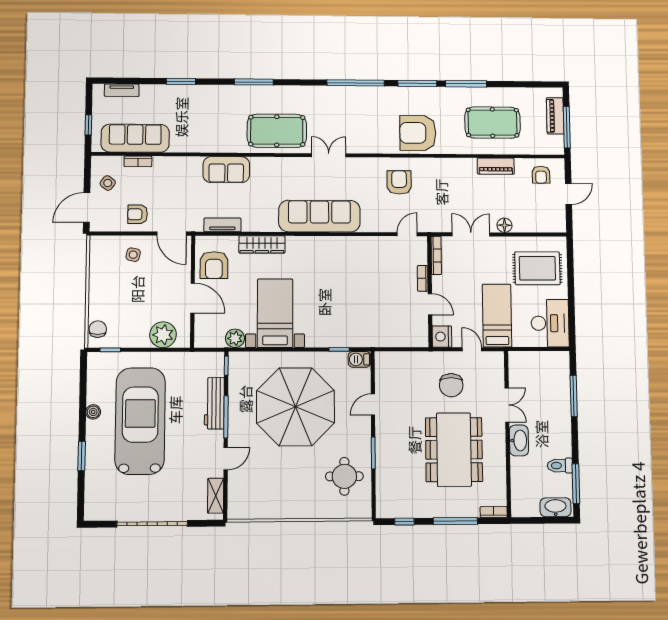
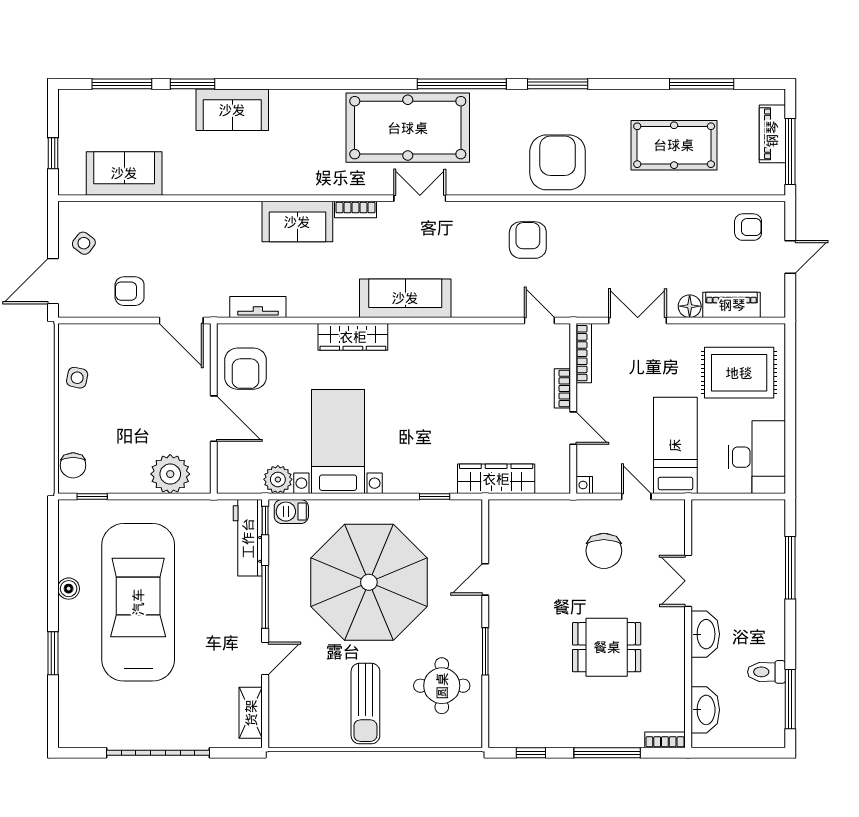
window: (254, 82) -> (122, 84), moved
window: (466, 84) -> (702, 84), moved
tv unit: (122, 90) -> (103, 99), removed
sofa: (207, 98) -> (232, 110), added
pool table: (277, 131) -> (408, 128), moved, width x1.36, depth x1.32
armchair: (418, 133) -> (558, 162), turned 90
sofa: (135, 138) -> (124, 173), width x0.73
bookcase: (138, 161) -> (356, 210), moved
piano: (496, 166) -> (732, 305), moved, turned 180
sofa: (226, 170) -> (297, 222), moved
armchair: (541, 175) -> (748, 227), turned -90
sofa: (319, 216) -> (405, 298), width x0.74, depth x0.79
door: (407, 234) -> (539, 321), hinge flipped
wardrobe: (262, 244) -> (353, 337), moved
side table: (133, 255) -> (77, 378), moved
chair: (98, 329) -> (73, 465), turned 180
nightstand: (442, 337) -> (584, 485), width x0.53, depth x0.56
wardrobe: (380, 338) -> (496, 479), added
barbecue: (359, 359) -> (291, 512), moved
workbench: (214, 403) -> (248, 538), moved
double door: (507, 405) -> (688, 581), swing flipped
dining table: (454, 450) -> (607, 647), width x0.53, depth x0.80
sun lounger: (293, 489) -> (365, 704), added
washbasin: (555, 507) -> (705, 710), moved, turned 90

